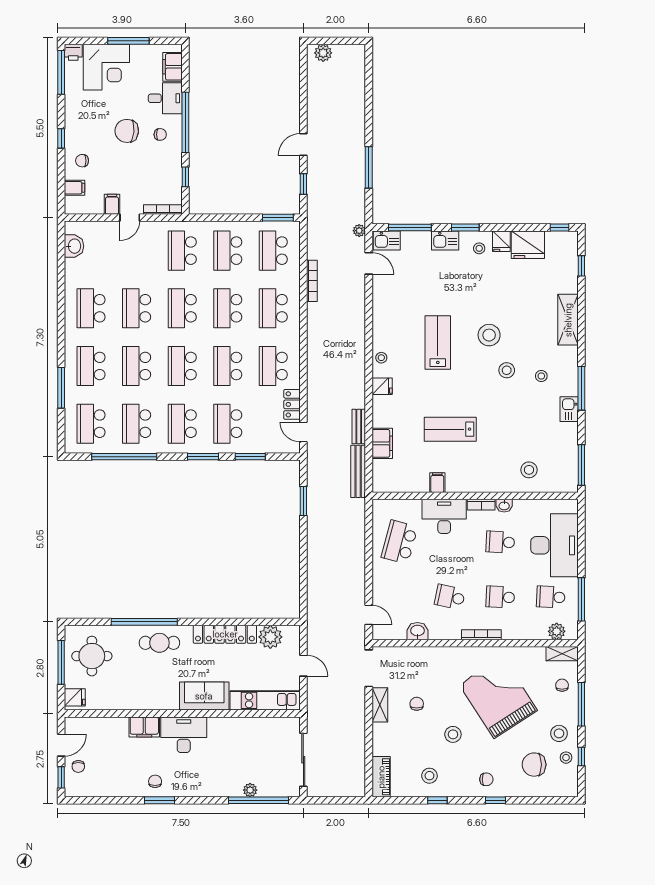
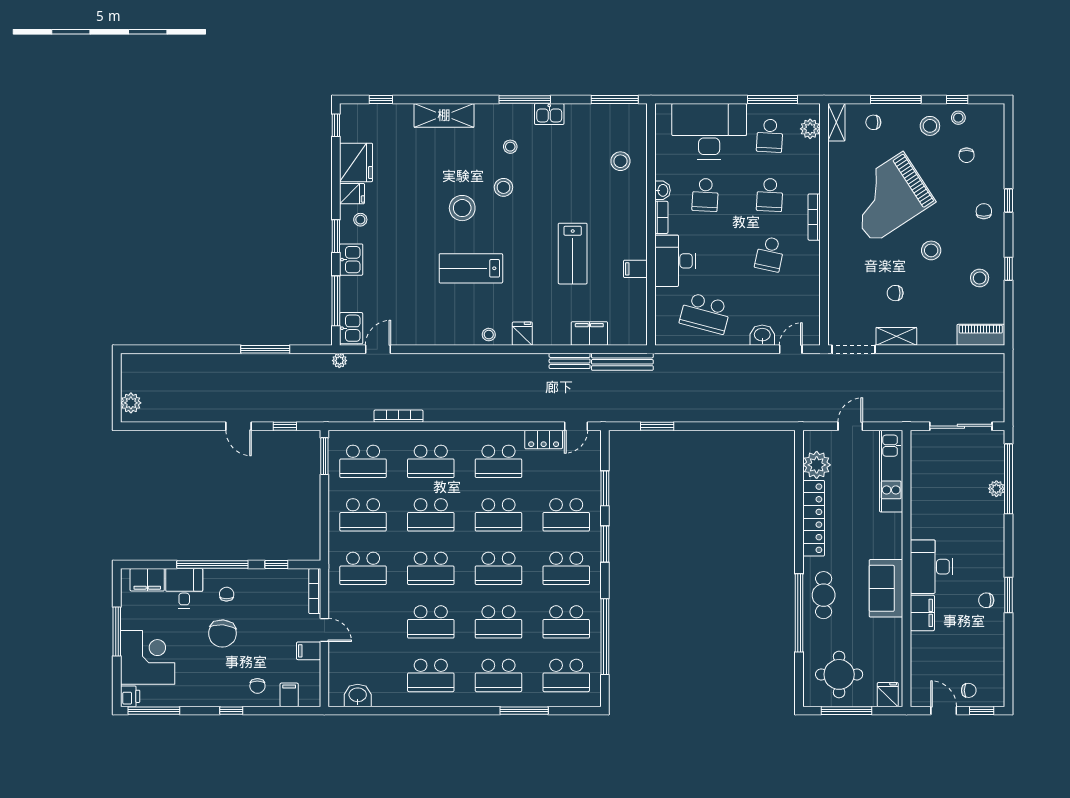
washbasin: (417, 631) -> (762, 335), moved, turned 90
sofa: (204, 696) -> (886, 588), moved
chair: (534, 765) -> (967, 155), width x0.54, depth x0.54

